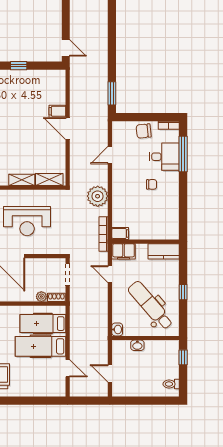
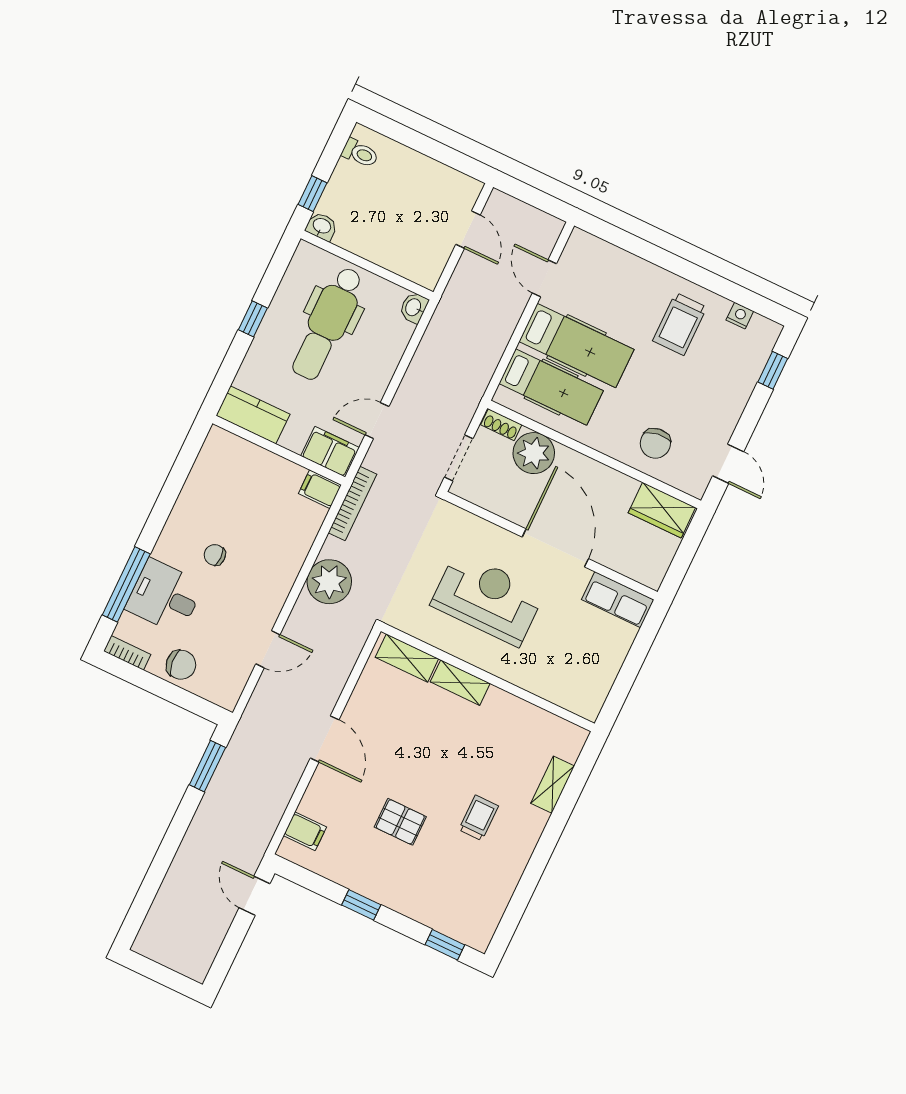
pallet: (19, 109) -> (400, 822), added
filing cabinet: (57, 111) -> (305, 831), moved
door: (110, 274) -> (377, 421), swing flipped
plant: (41, 297) -> (534, 453), width x1.87, depth x1.87
dental chair: (150, 305) -> (328, 323), turned 41
washbasin: (137, 345) -> (322, 226), moved

